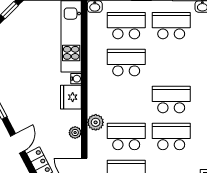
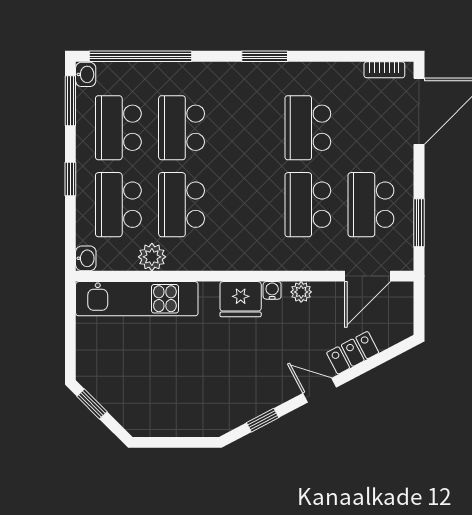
water cooler: (76, 79) -> (272, 290), moved
school desk: (171, 100) -> (182, 128), moved
plant: (96, 122) -> (152, 257), moved

